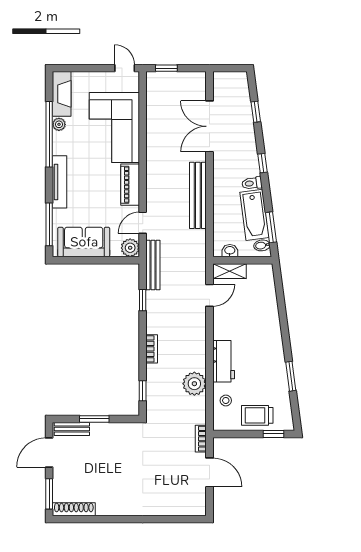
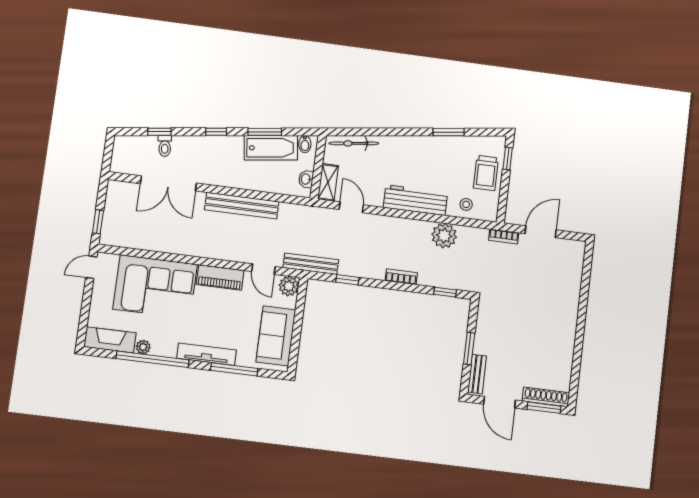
toilet: (252, 183) -> (165, 146), moved
window: (49, 224) -> (234, 369), moved
window: (271, 227) -> (265, 132), moved
bicycle: (269, 290) -> (354, 143), added
workbench: (224, 361) -> (416, 200), width x1.38
shoe rack: (74, 509) -> (546, 397), moved, turned 90

